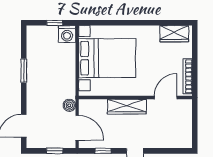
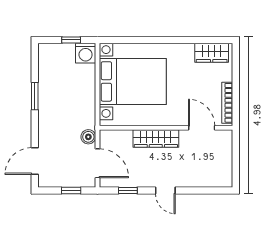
door: (166, 98) -> (202, 128), hinge flipped

